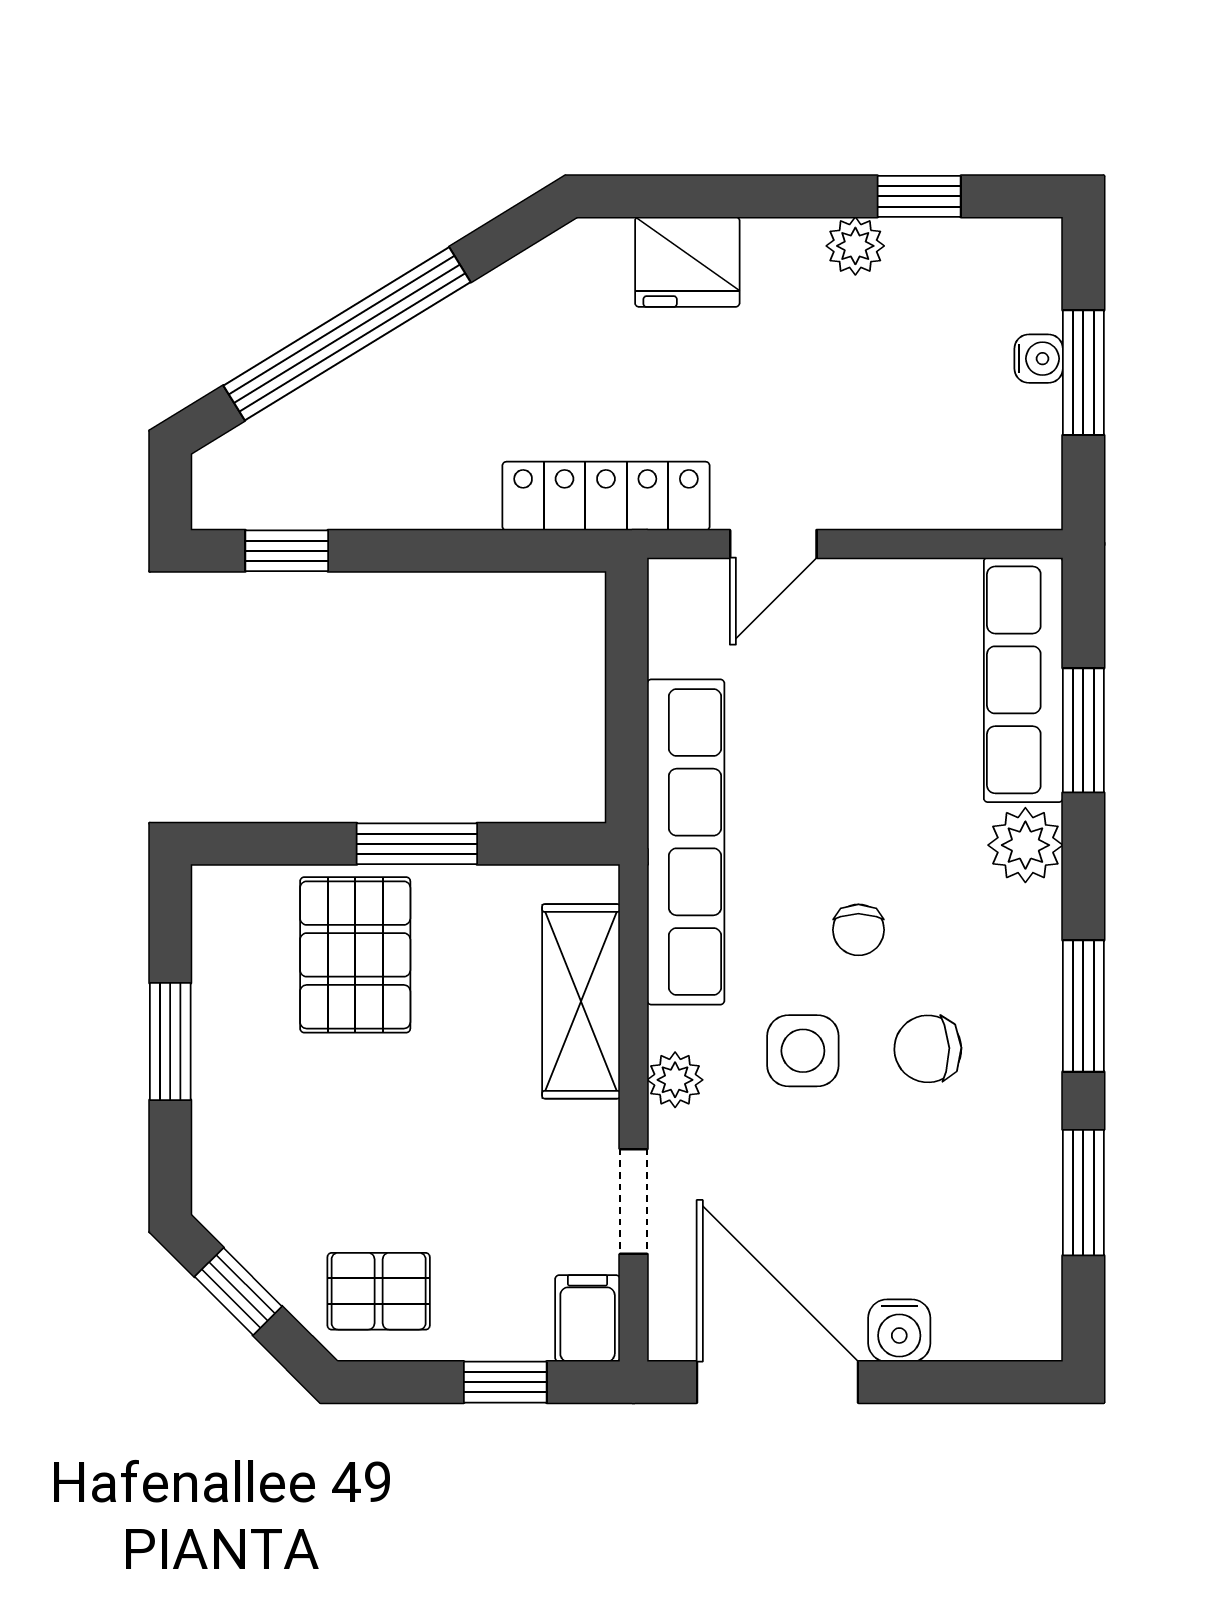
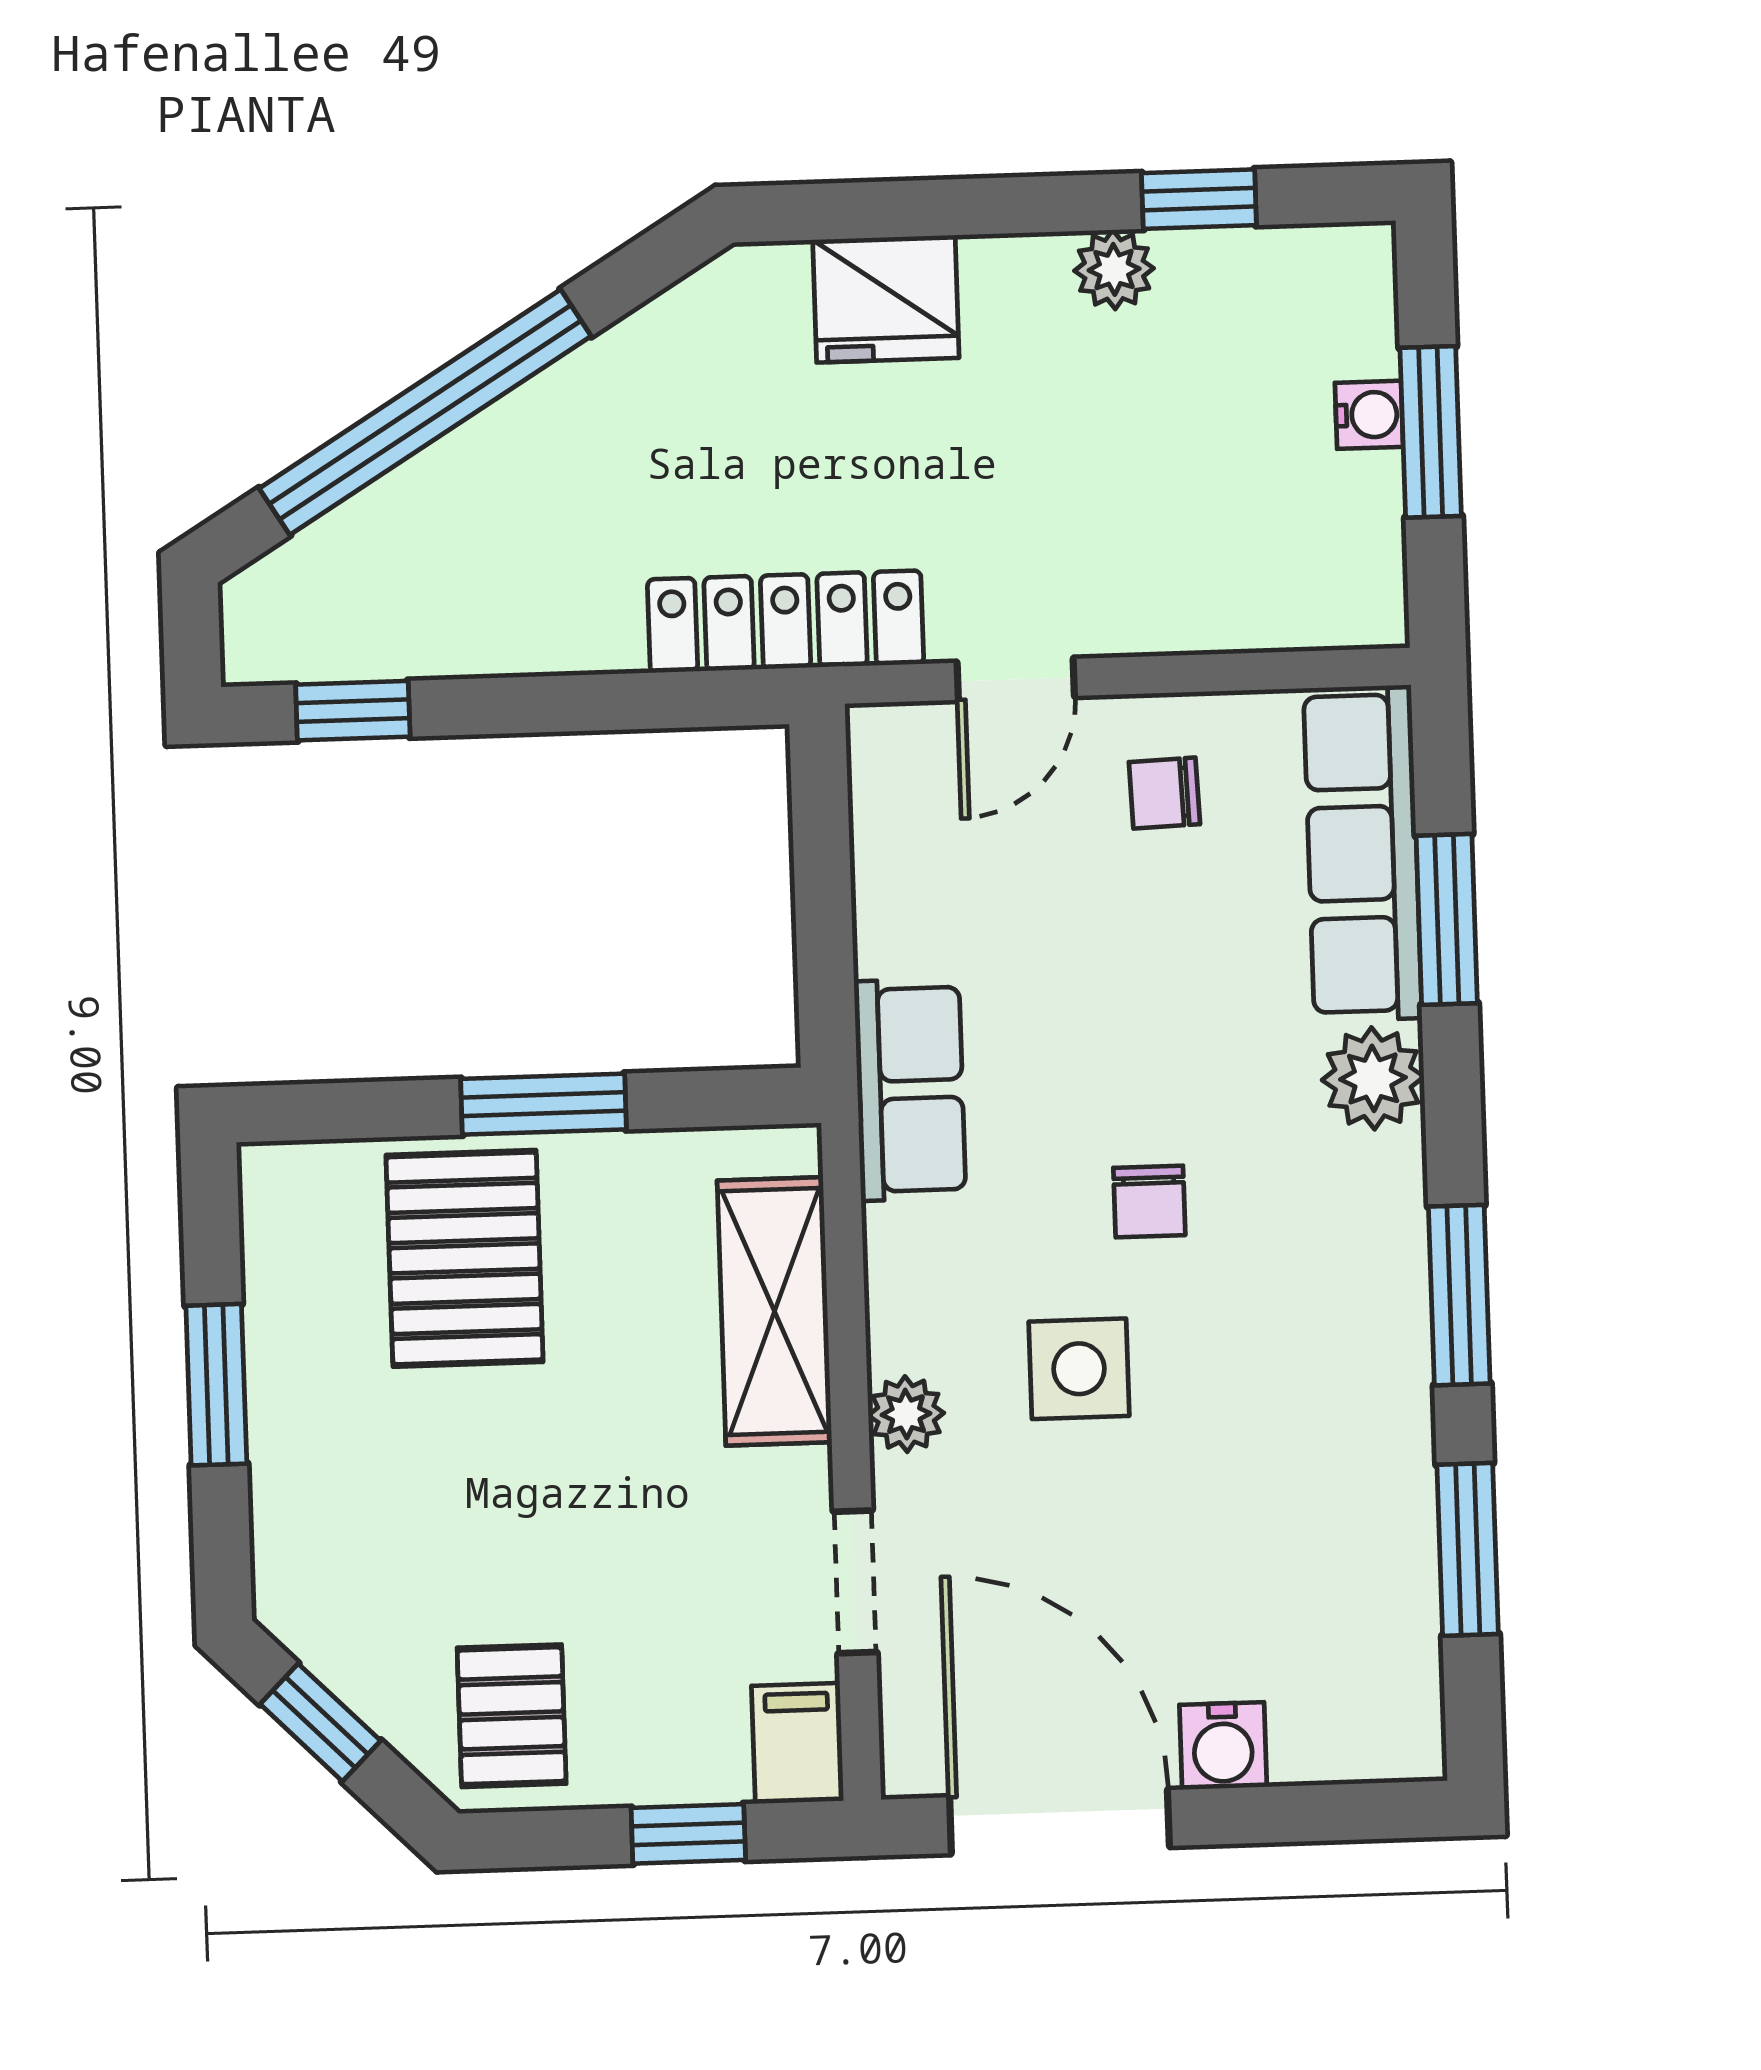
row of seats: (686, 842) -> (910, 1090), width x0.50
chair: (928, 1049) -> (1164, 793), moved, width x0.73, depth x0.73
pallet: (379, 1291) -> (512, 1716), turned 90

